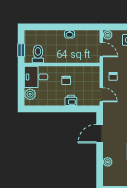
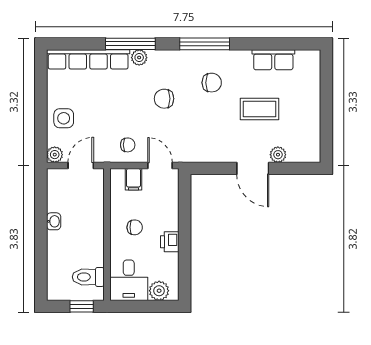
filing cabinet: (94, 80) -> (133, 179), added
door: (101, 95) -> (160, 166), hinge flipped
printer: (71, 100) -> (170, 242), moved
door: (100, 134) -> (253, 168), moved

